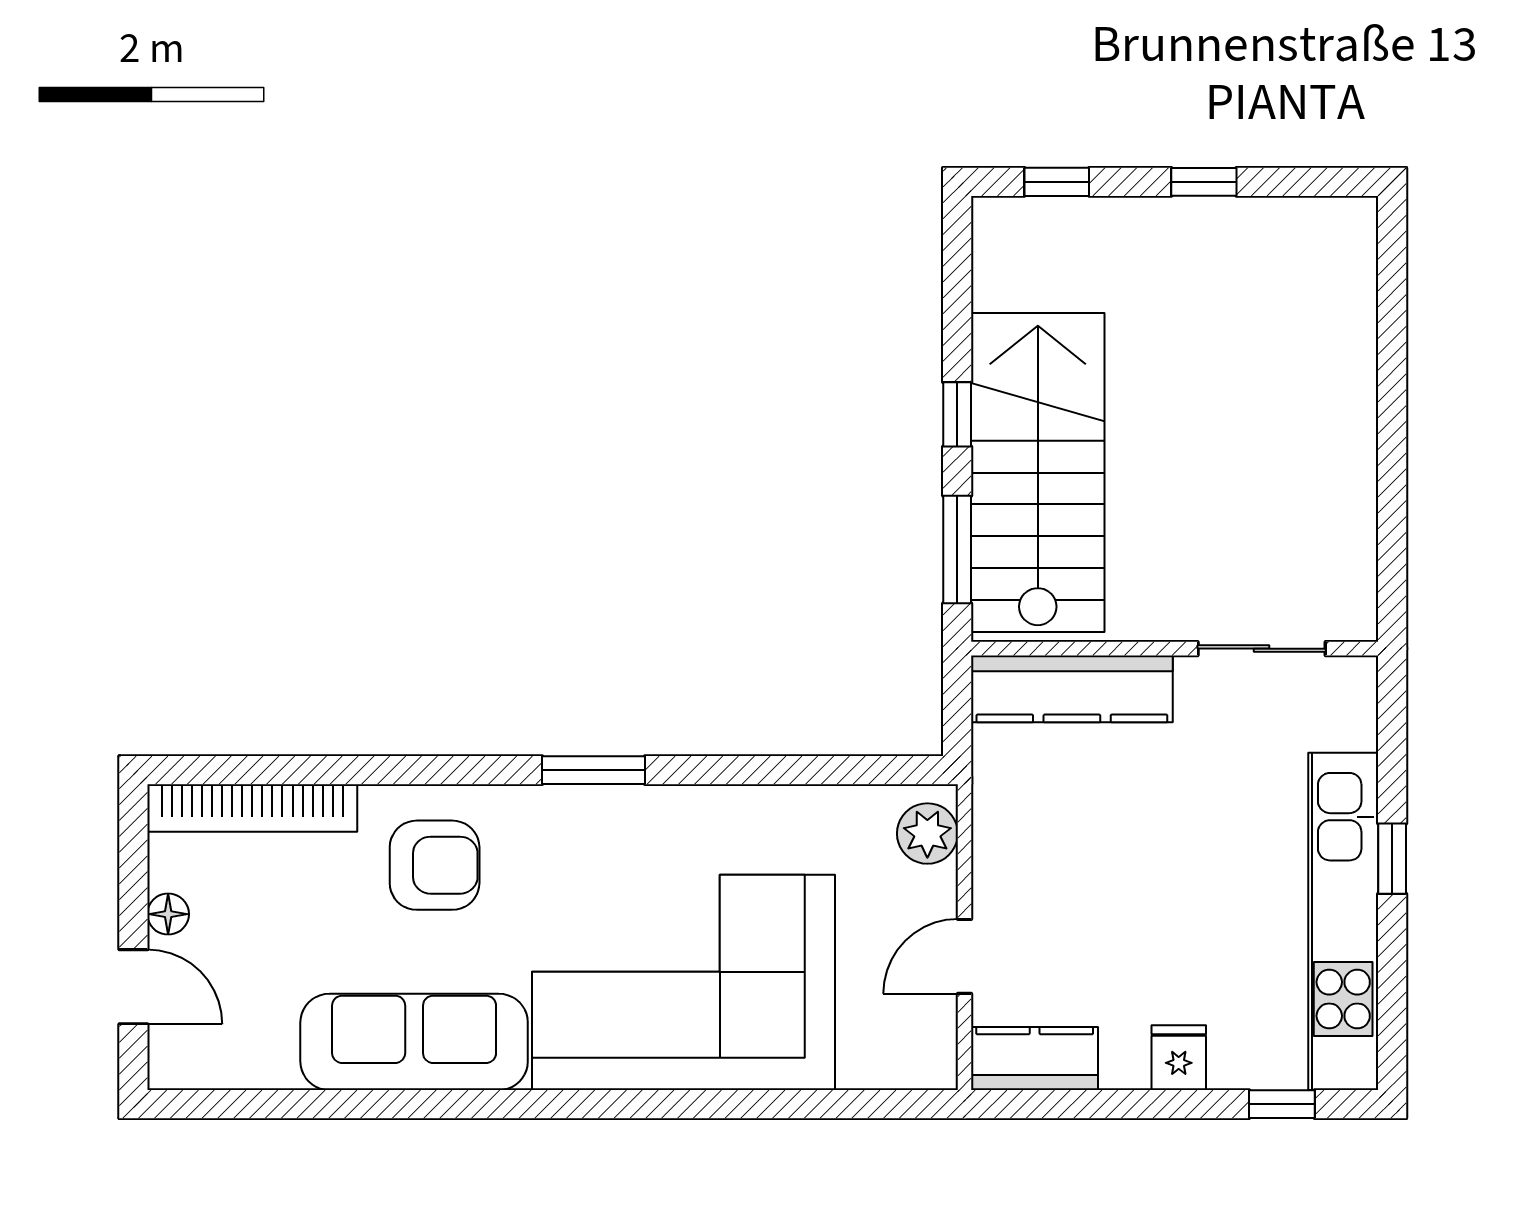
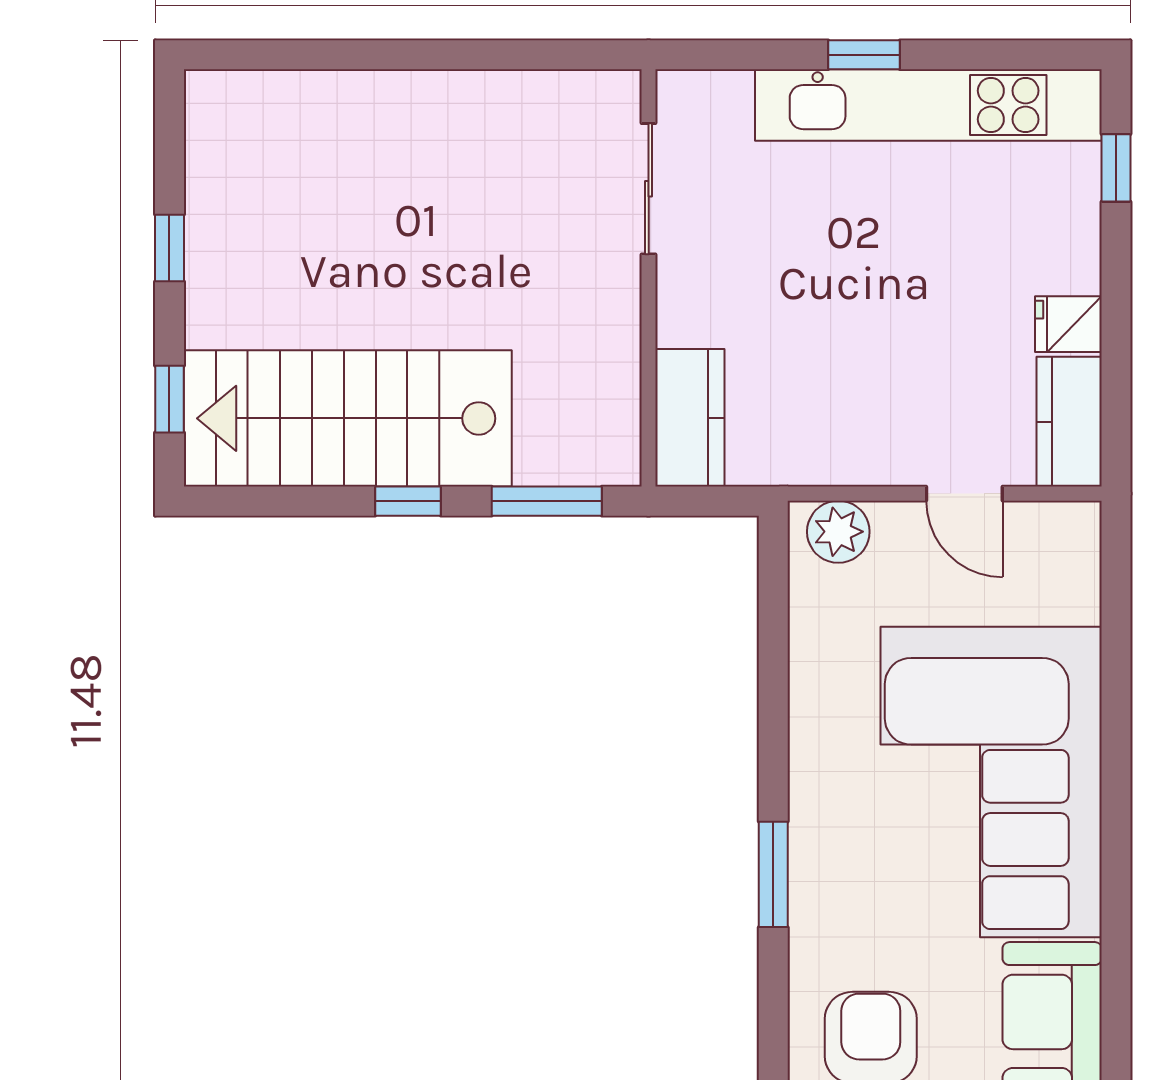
stairs: (1038, 473) -> (348, 418), moved
kitchen counter: (1072, 689) -> (690, 418), width x0.67
fridge: (1179, 1058) -> (1068, 324), moved

